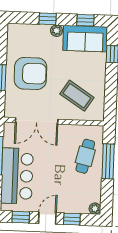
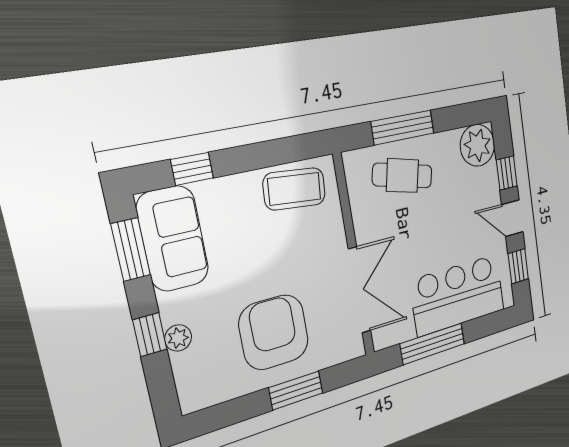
window: (85, 20) -> (131, 249), width x1.50
plant: (56, 31) -> (178, 338), moved
coffee table: (77, 96) -> (294, 189), moved, turned 62
plant: (95, 209) -> (477, 145), width x1.87, depth x1.87

